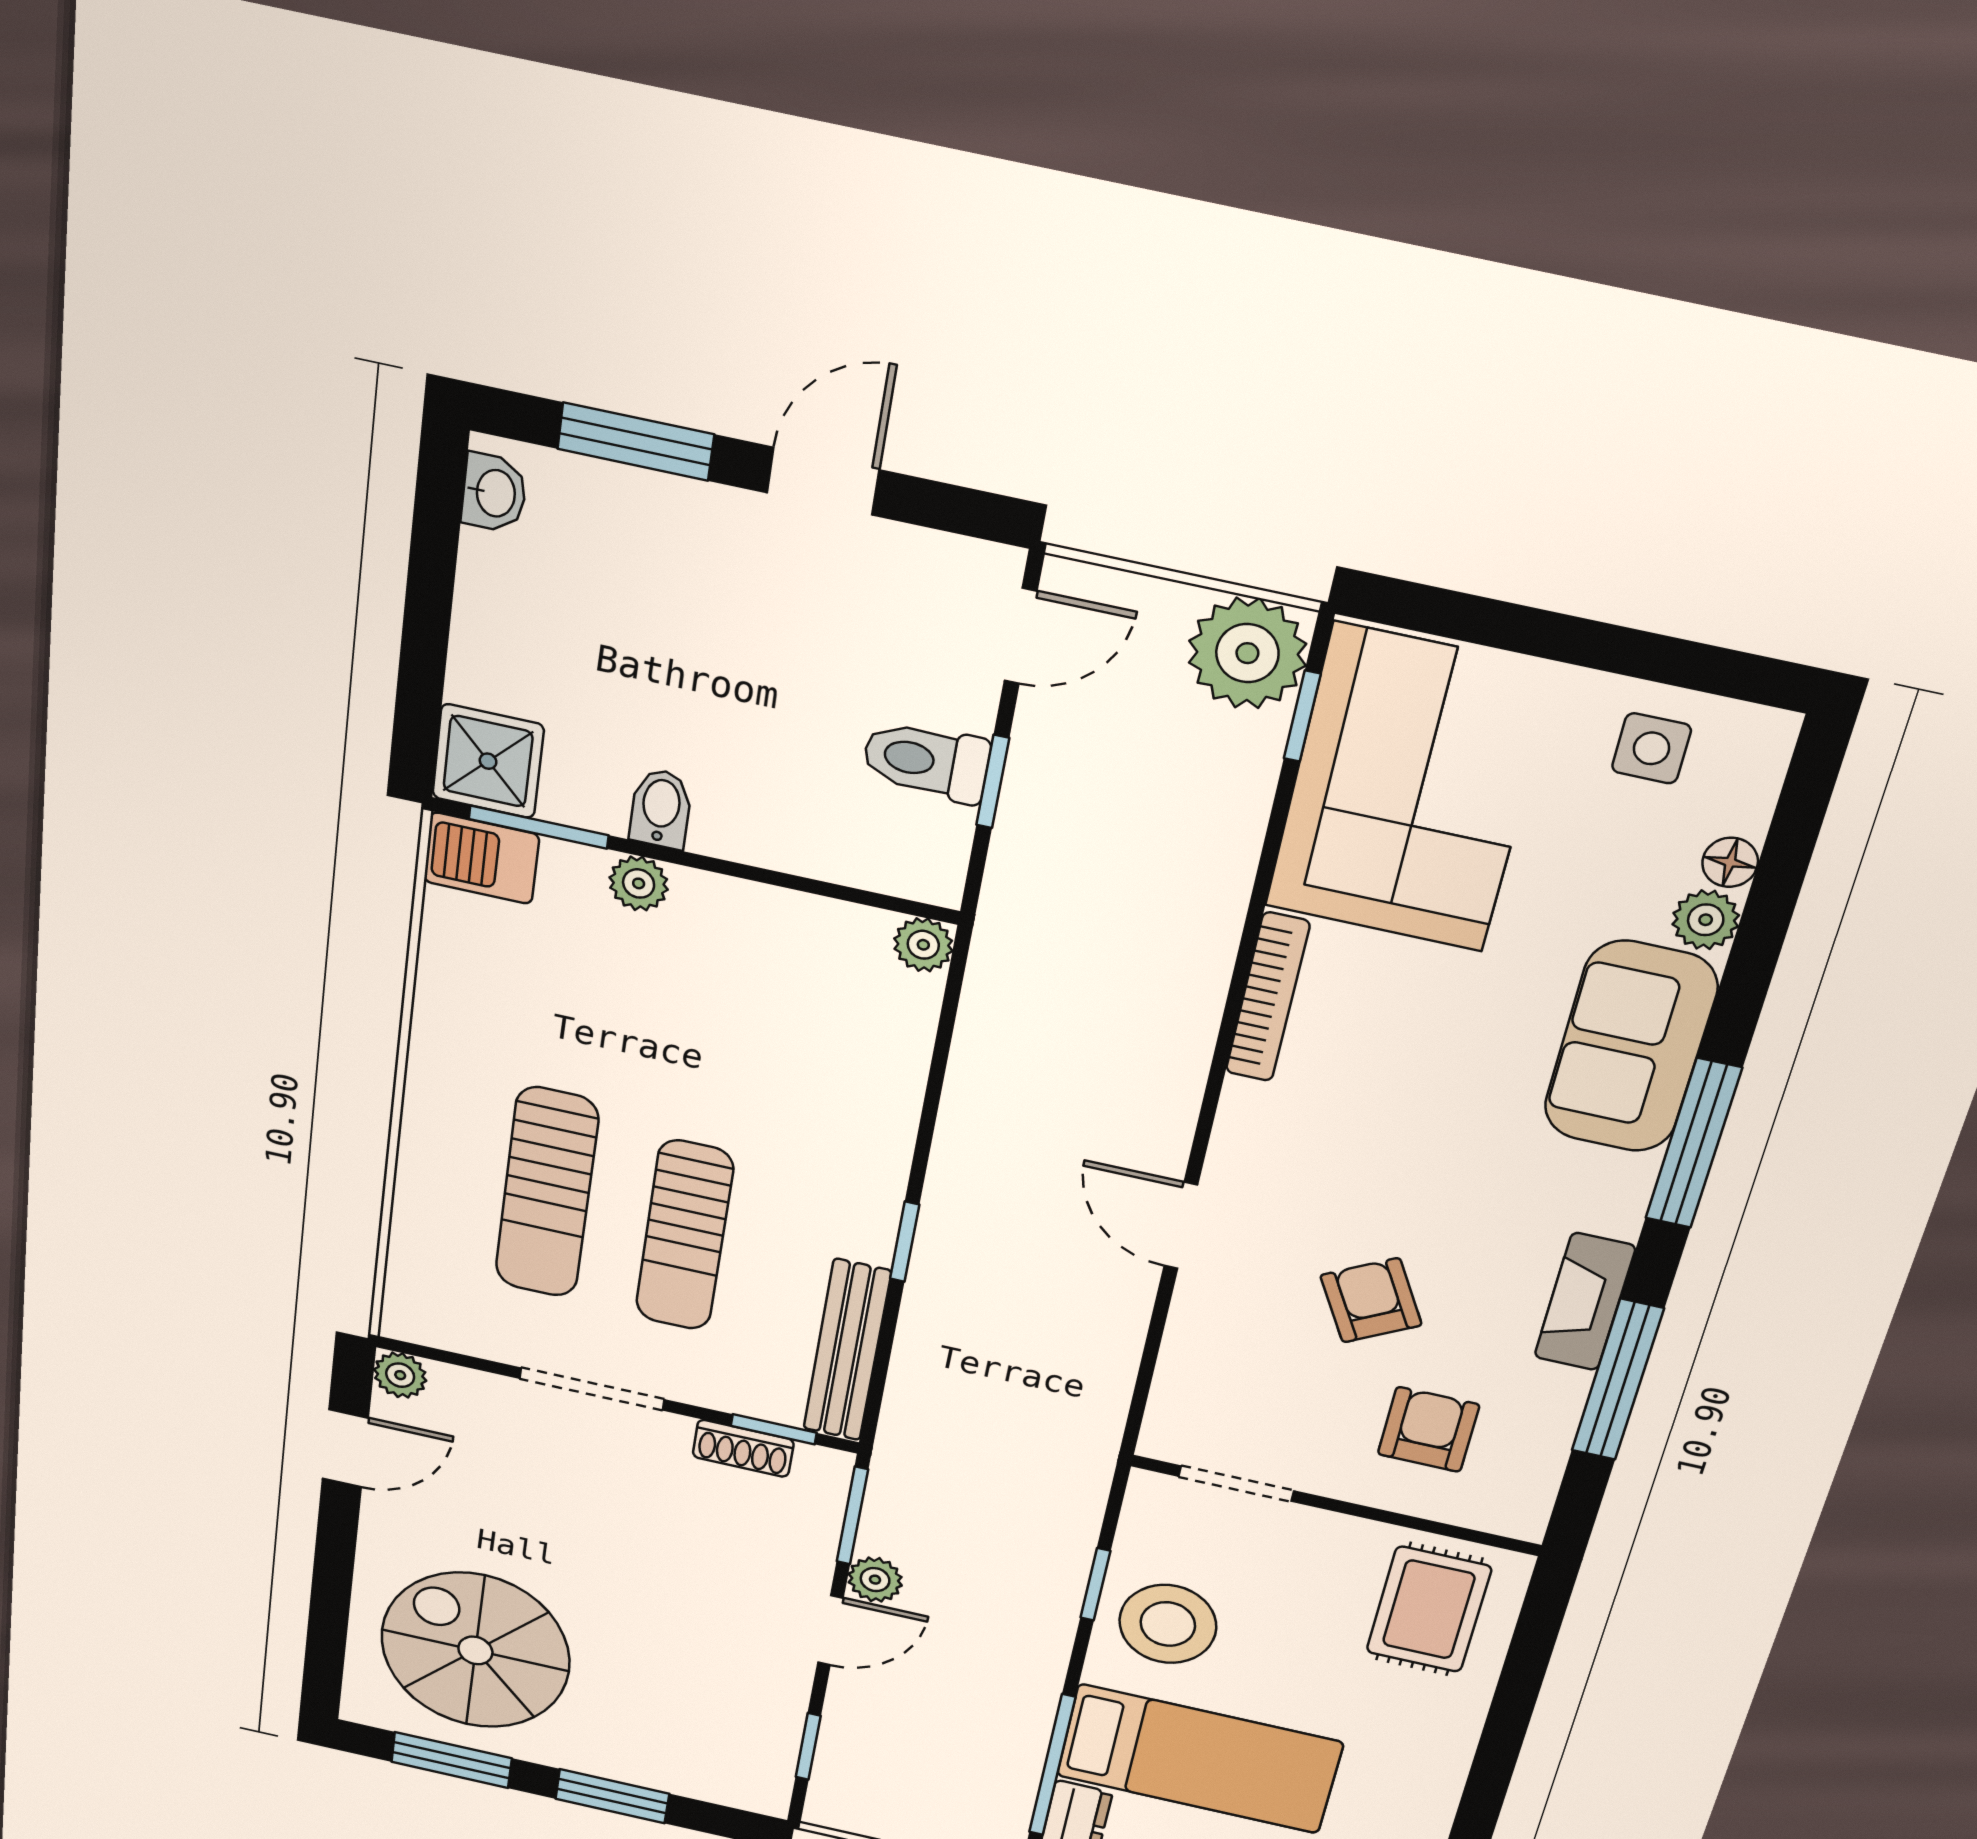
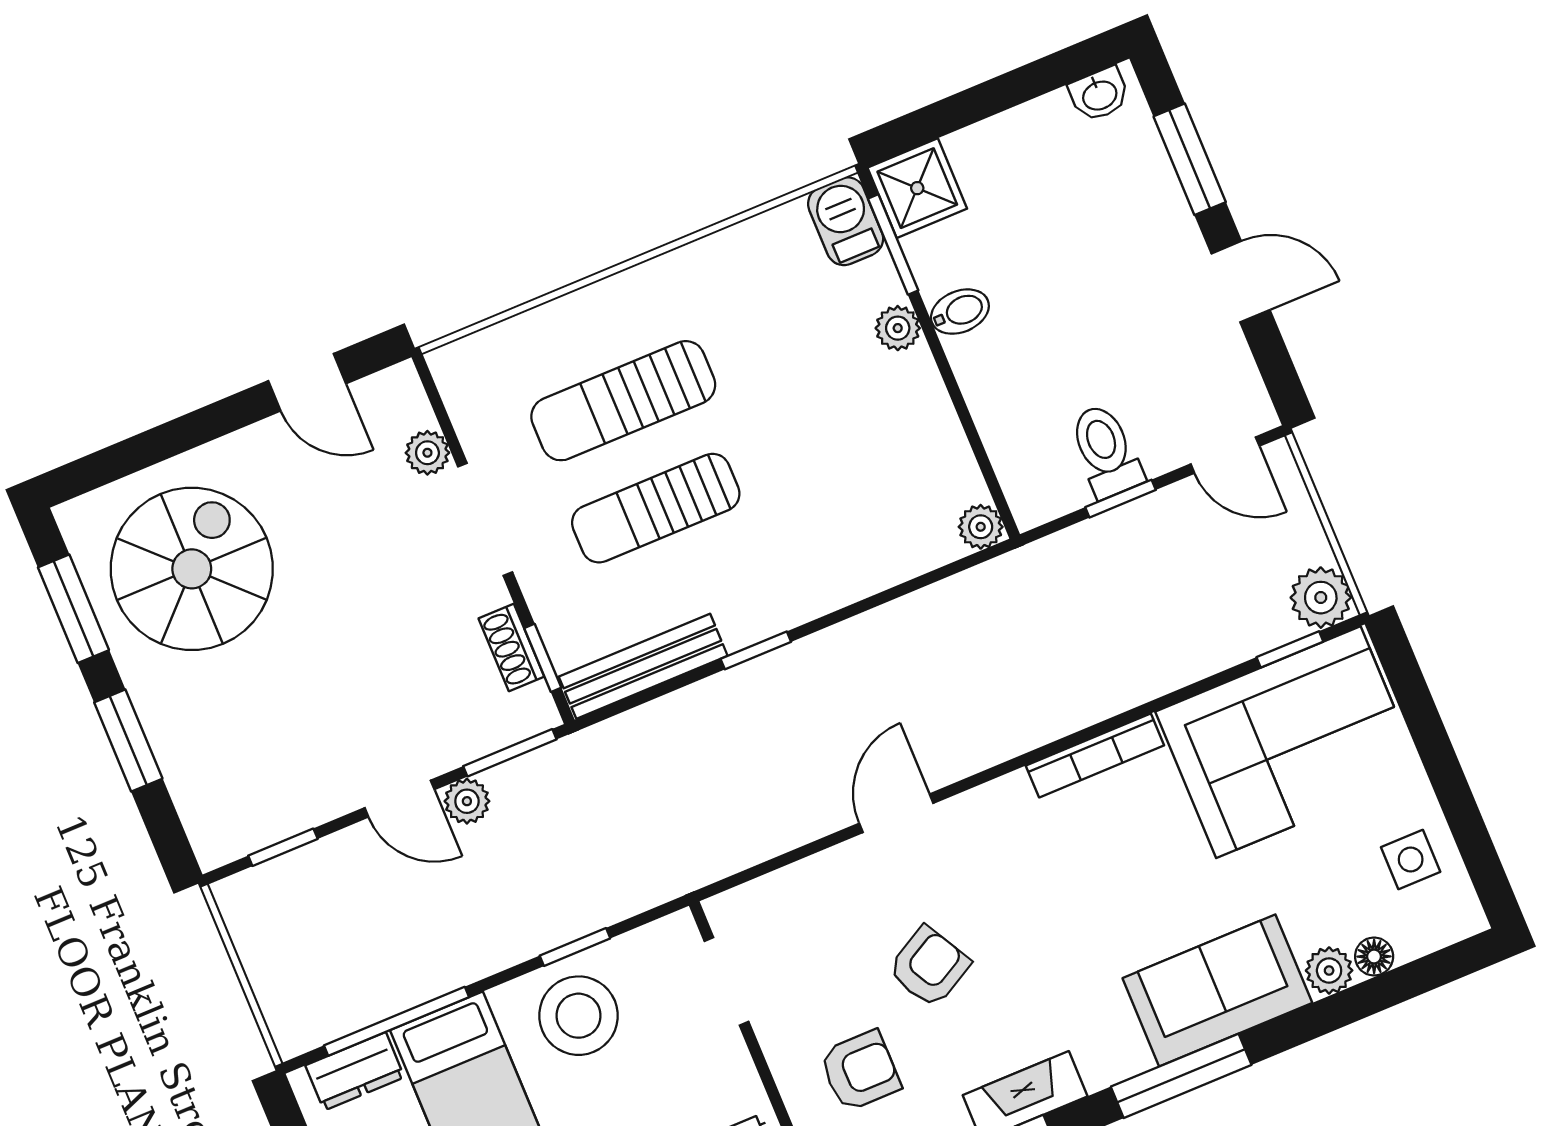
plant: (1247, 653) -> (1321, 598), width x0.73, depth x0.73
plant: (400, 1375) -> (427, 453), moved

